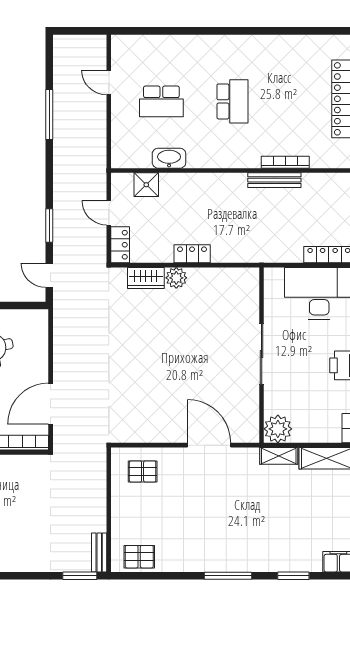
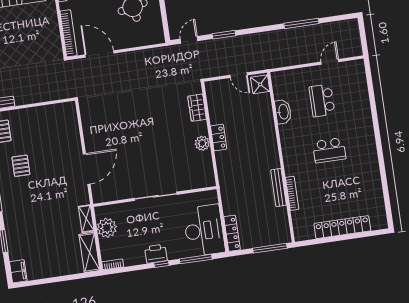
shower: (146, 185) -> (260, 84), moved
door: (109, 213) -> (239, 75), swing flipped
locker: (120, 245) -> (218, 86), removed
plant: (176, 278) -> (202, 143), moved
plant: (278, 429) -> (107, 228), moved
pallet: (143, 471) -> (21, 166), moved

